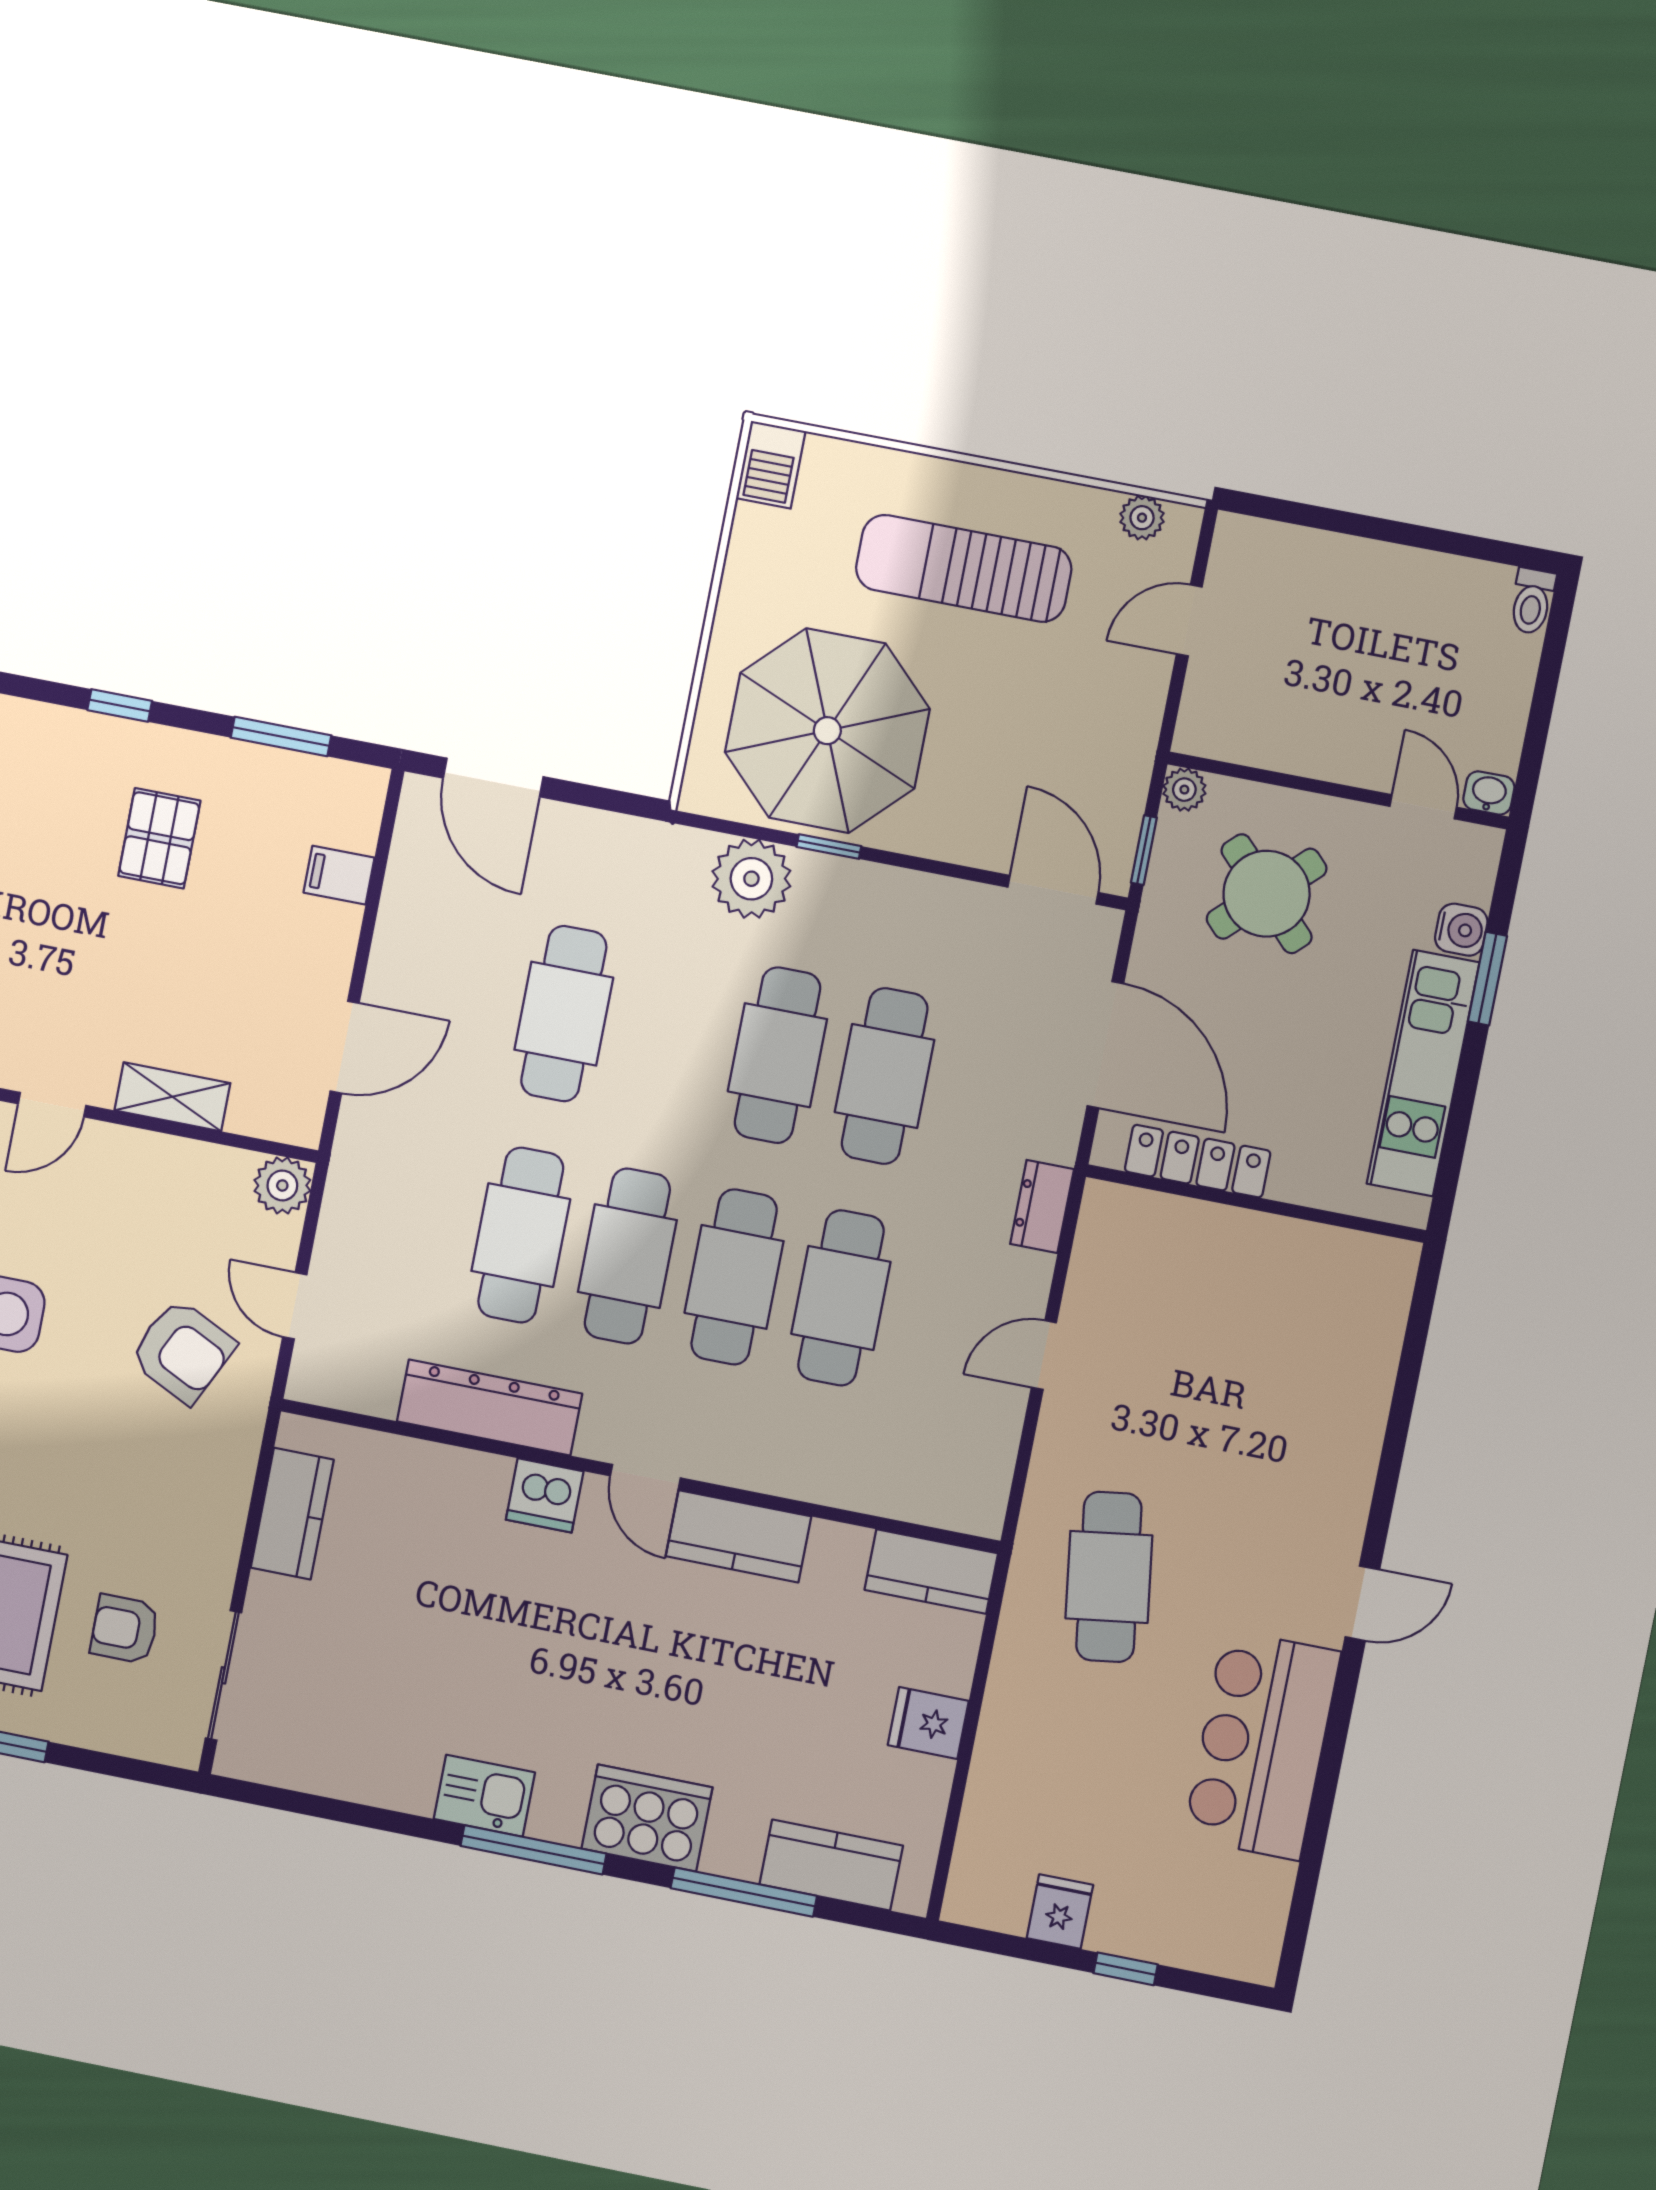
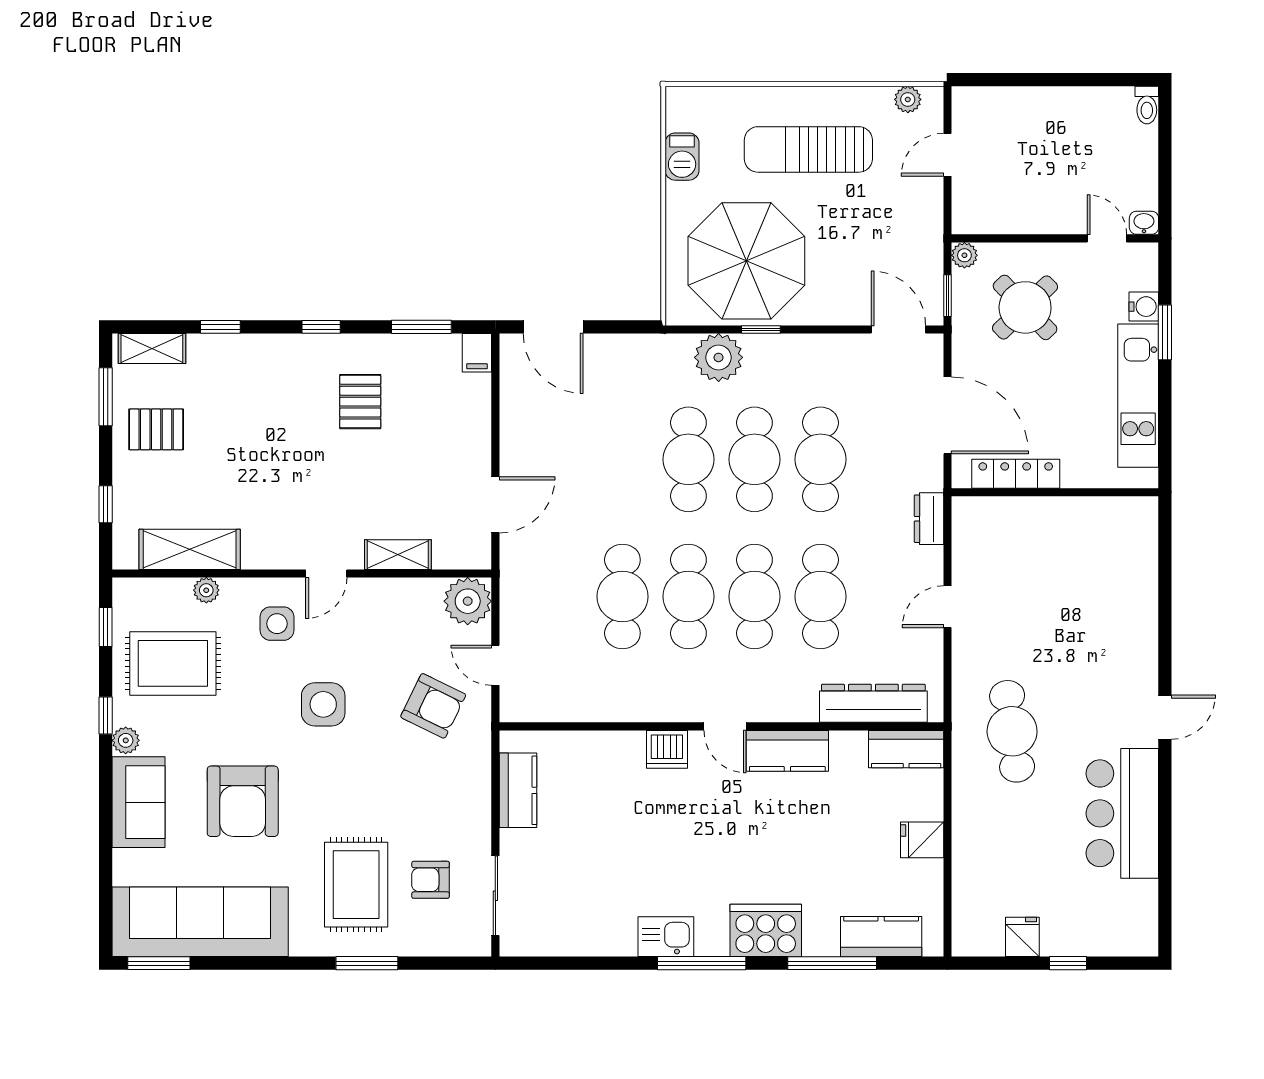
barbecue: (771, 465) -> (682, 157), moved
filing cabinet: (339, 875) -> (477, 353), moved, turned -90
cafe table: (564, 1014) -> (688, 459), moved
plant: (282, 1185) -> (468, 601), width x1.36, depth x1.36
dresser: (490, 1408) -> (873, 703), moved

